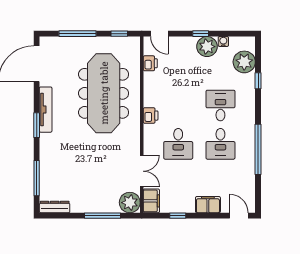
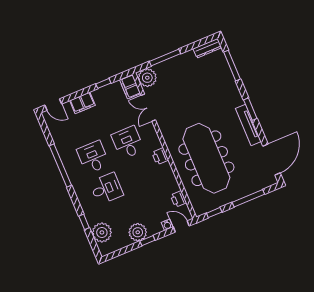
water cooler: (223, 41) -> (167, 225), moved
desk: (220, 105) -> (106, 189), turned -90

